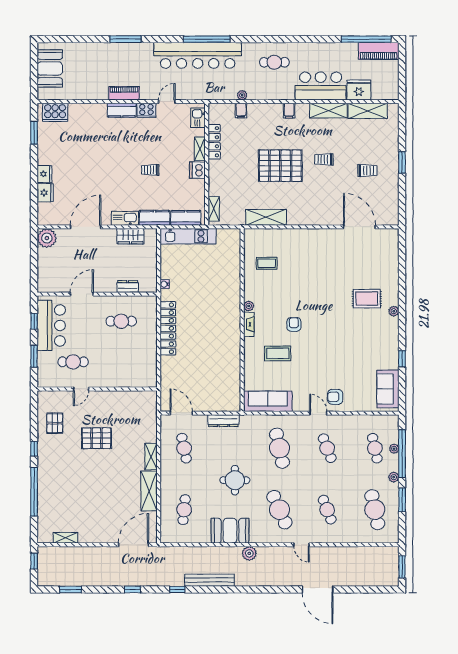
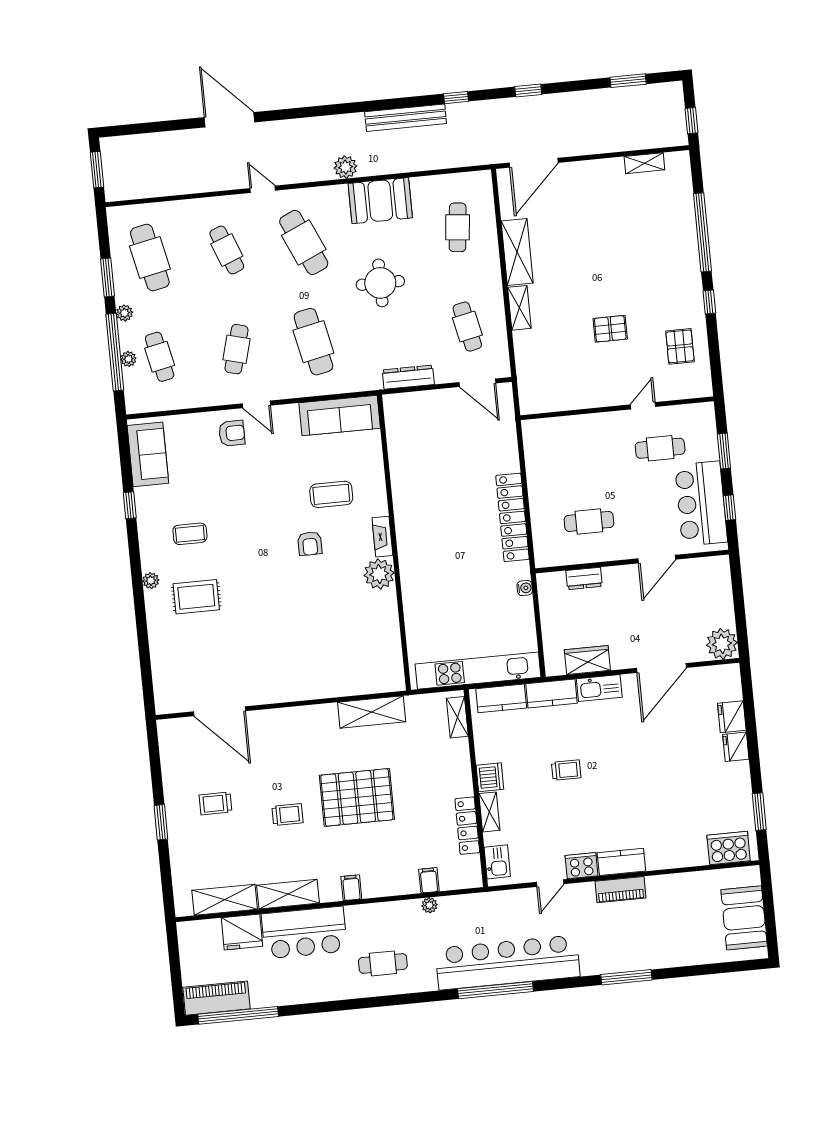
kitchen unit: (188, 236) -> (478, 671), width x1.36
coffee table: (267, 263) -> (190, 534), moved
plant: (249, 306) -> (379, 574), width x1.88, depth x1.88
pallet: (97, 438) -> (610, 329), width x0.67, depth x0.71
cafe table: (327, 448) -> (237, 349), turned 36

